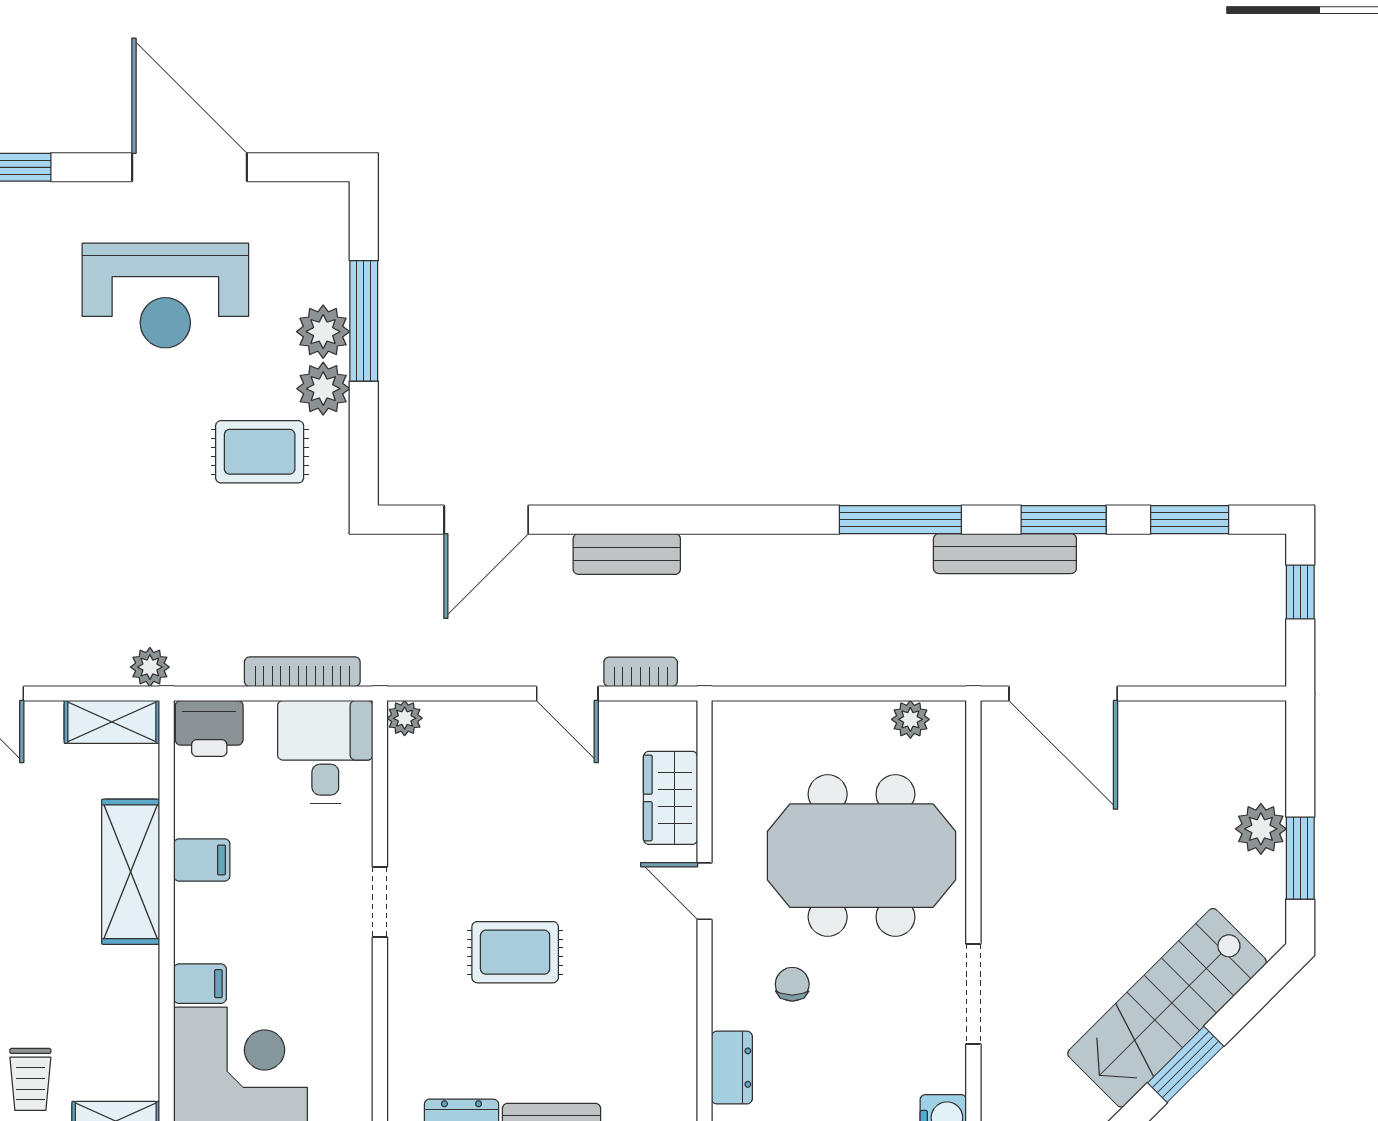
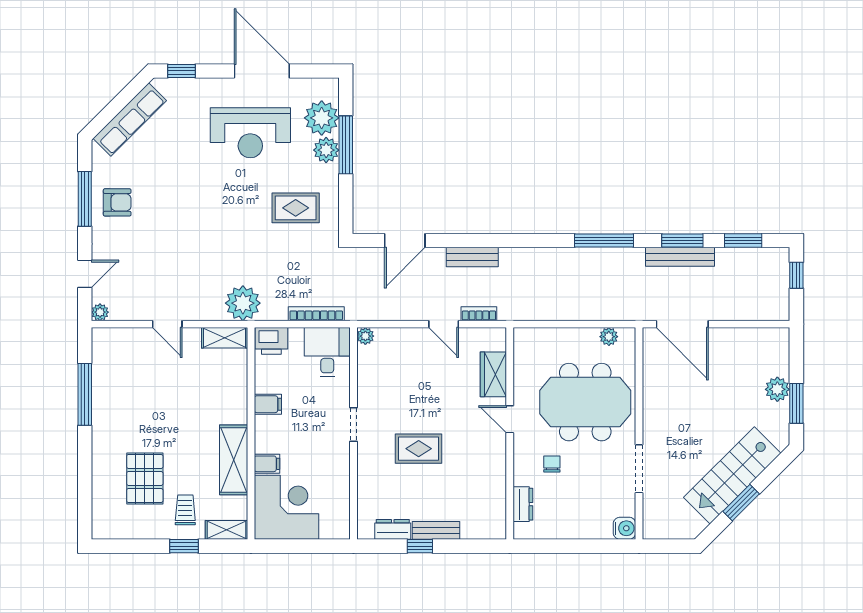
plant: (323, 389) -> (322, 118), moved, width x1.36, depth x1.36
bench: (1005, 554) -> (680, 257), moved
plant: (150, 667) -> (243, 303), width x1.87, depth x1.87
shelving: (131, 872) -> (234, 460), moved
trolley: (30, 1079) -> (185, 510), turned 180

